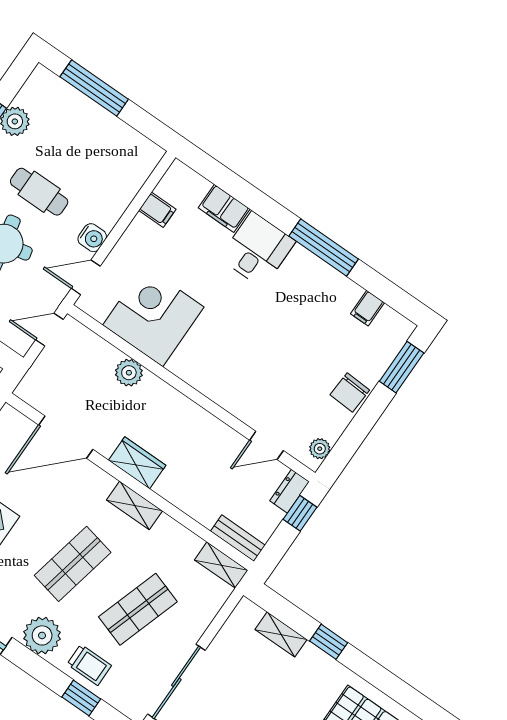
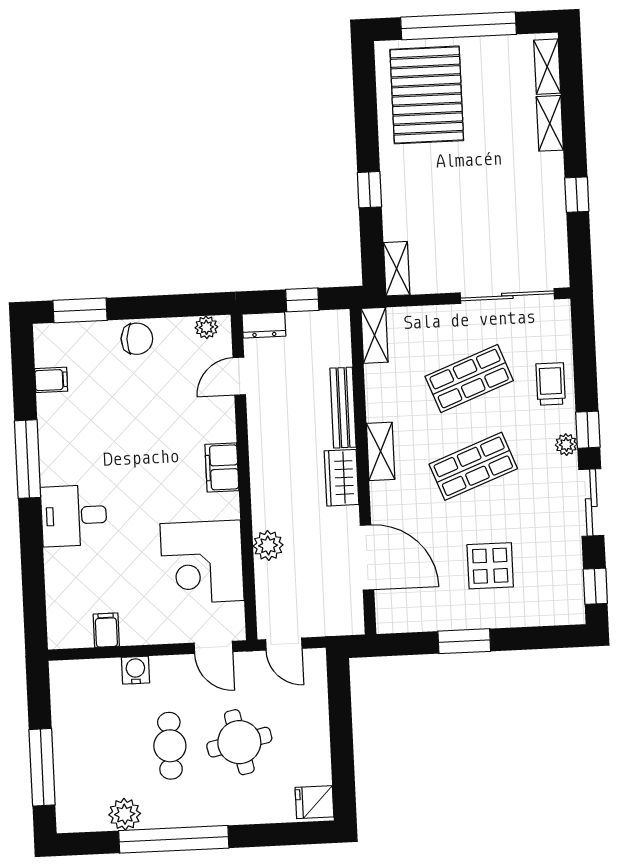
filing cabinet: (224, 208) -> (222, 467), moved, turned 180
water cooler: (92, 238) -> (135, 670), moved
door: (266, 445) -> (239, 376), swing flipped
window: (300, 513) -> (302, 300), moved
bench: (238, 538) -> (343, 408), moved, width x1.36
shop shelf: (73, 564) -> (473, 466), turned -33
shop shelf: (138, 609) -> (469, 379), turned -39
shelving: (281, 634) -> (397, 269), moved
plant: (42, 635) -> (566, 445), width x0.53, depth x0.53
window: (81, 698) -> (588, 430), moved

